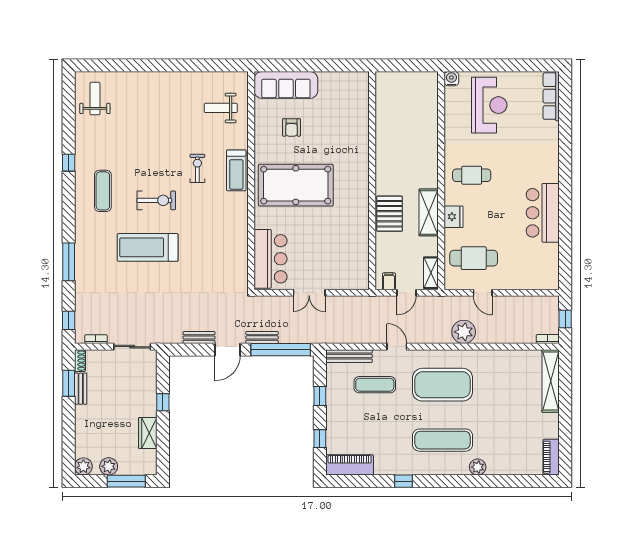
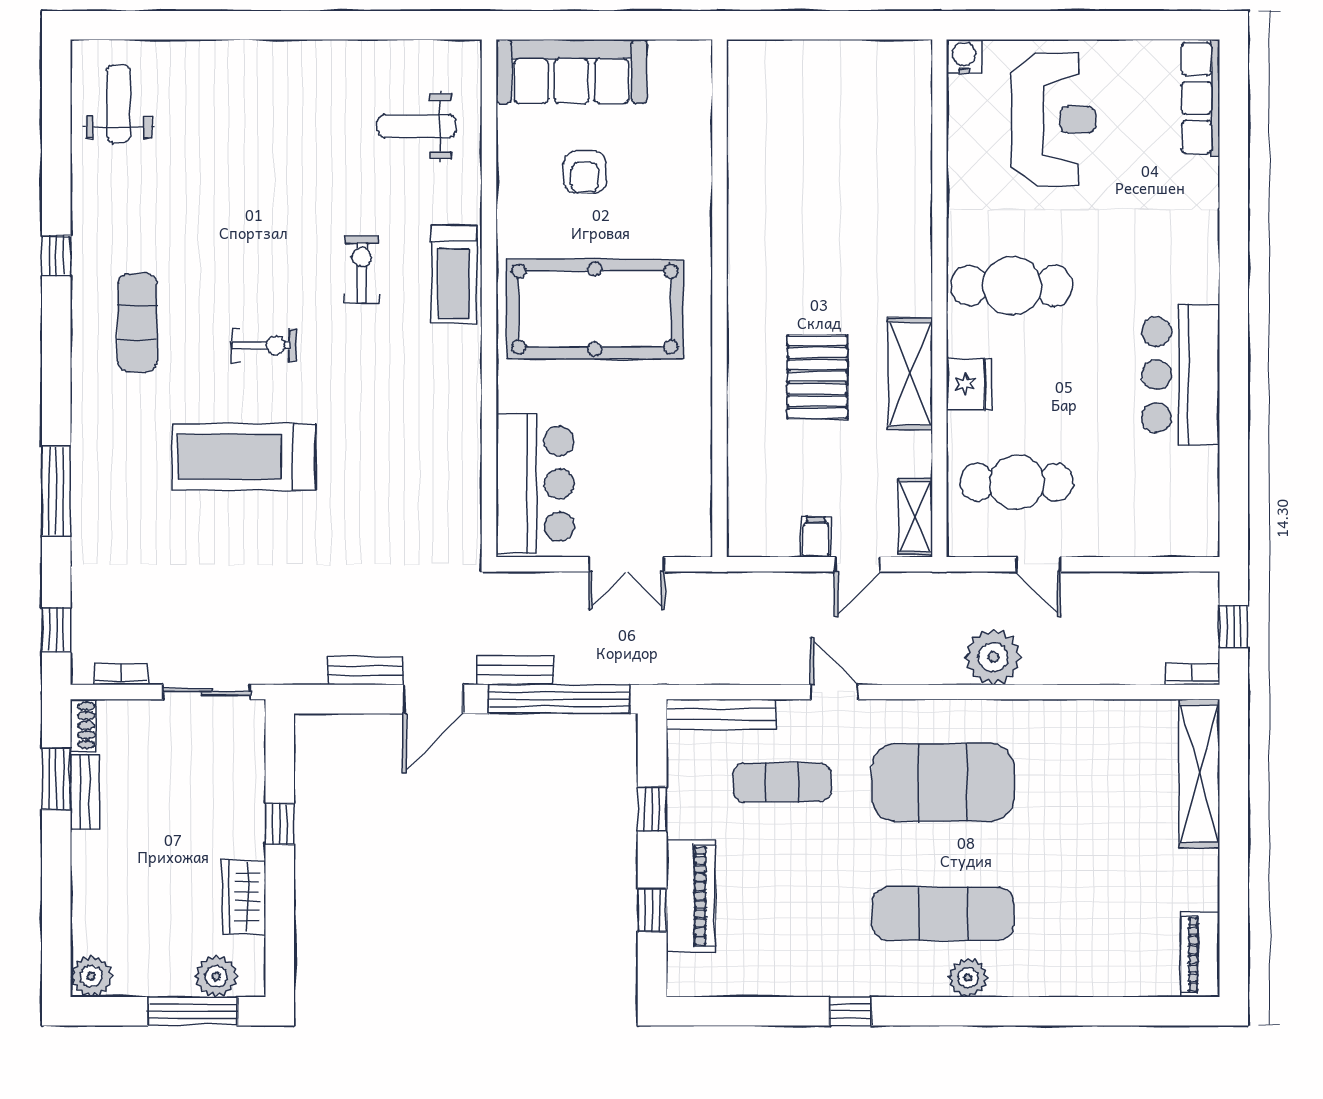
cafe table: (472, 175) -> (1012, 286), width x1.37, depth x1.35
wall: (372, 181) -> (719, 298), moved
exercise bike: (156, 200) -> (264, 345), width x0.73, depth x0.72
piano: (350, 465) -> (691, 896), moved, turned 90
plant: (109, 466) -> (216, 976), moved
plant: (478, 467) -> (968, 978), moved

